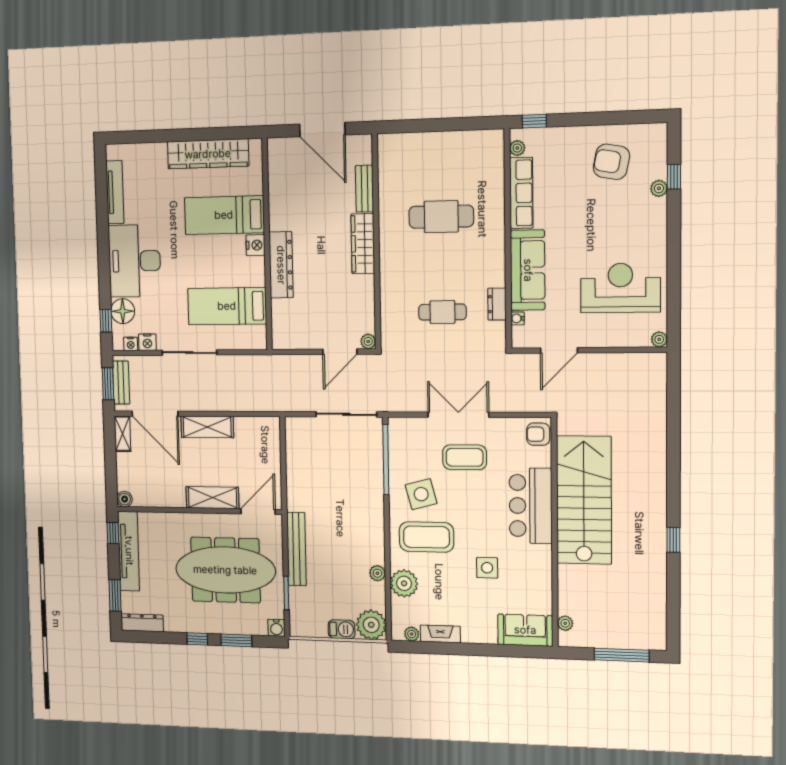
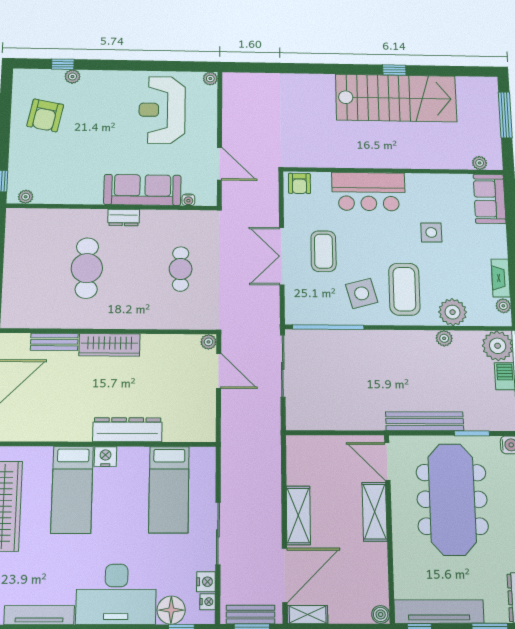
row of seats: (521, 193) -> (69, 194), removed
dresser: (497, 304) -> (124, 218), moved
stairs: (584, 500) -> (396, 98), moved, turned 180

